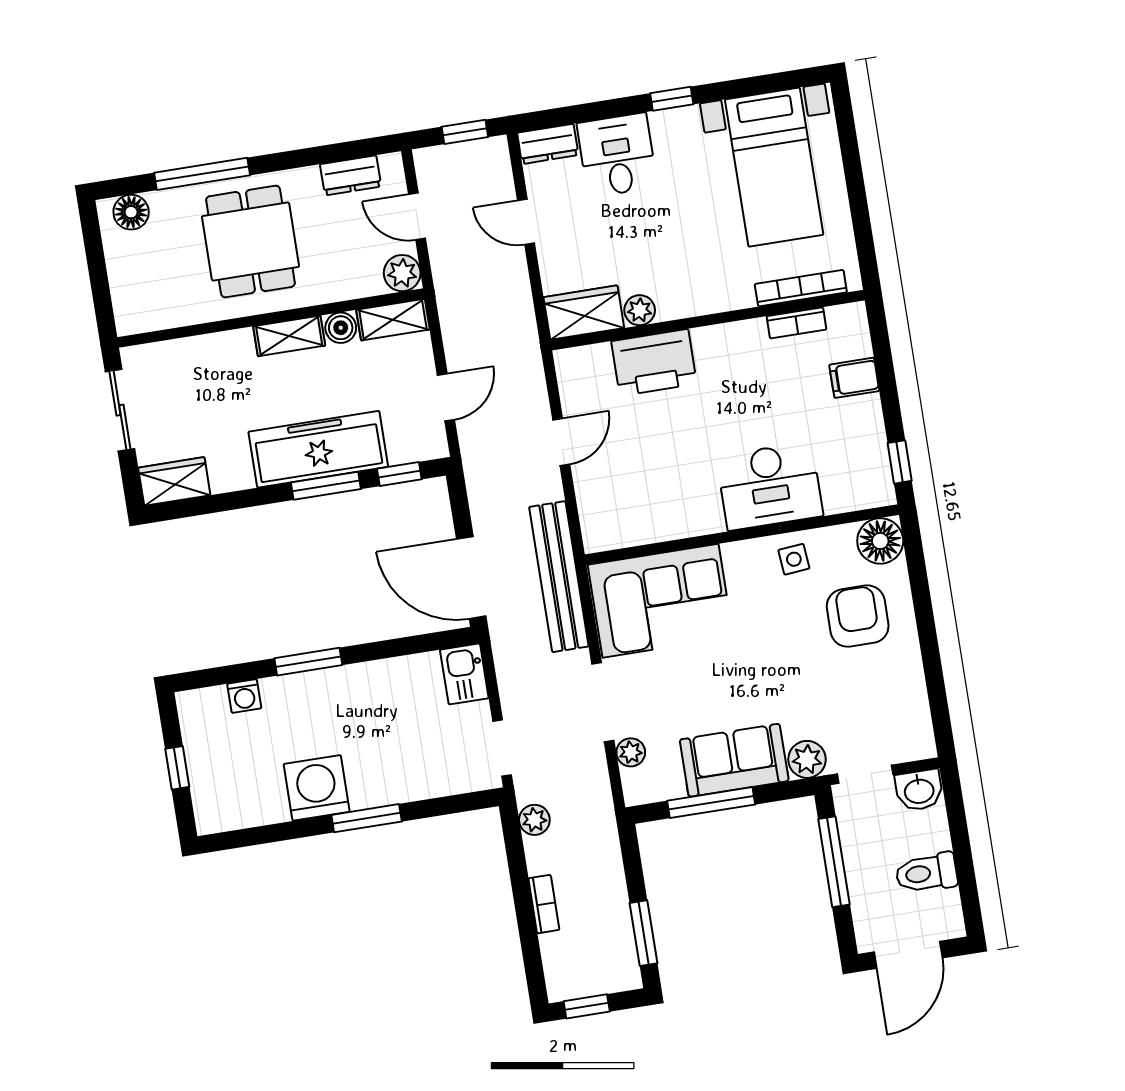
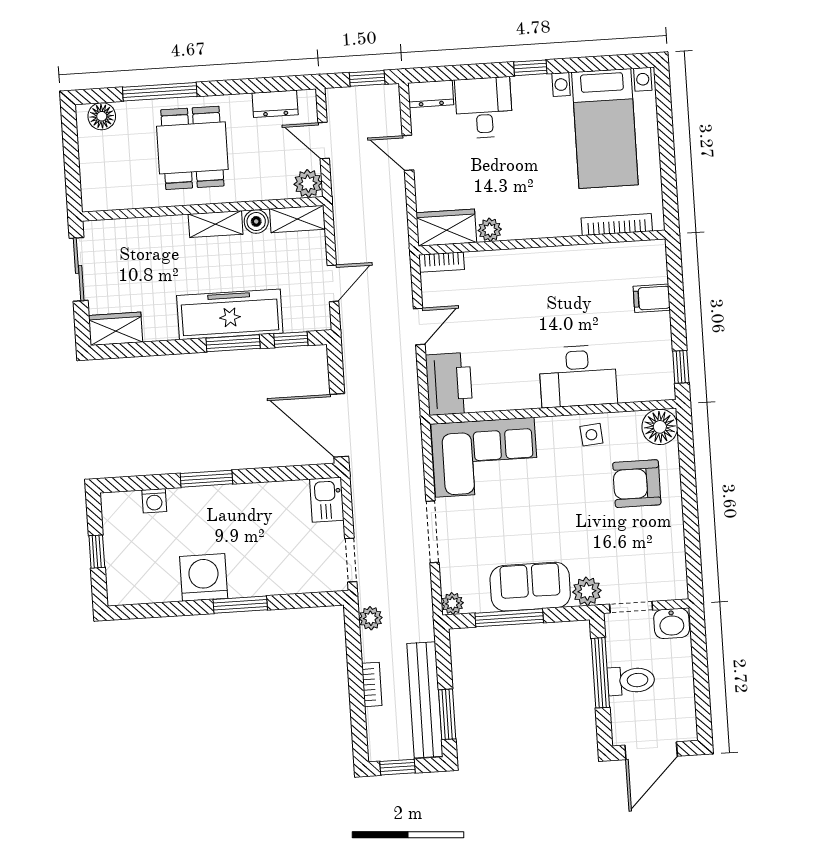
bookcase: (796, 323) -> (442, 262), moved
printer: (654, 362) -> (449, 384), moved, turned -90
bench: (559, 577) -> (425, 700), moved
armchair: (858, 616) -> (637, 484), turned -90
plant: (631, 752) -> (452, 603), moved
toilet: (926, 873) -> (631, 680), moved, turned 180

